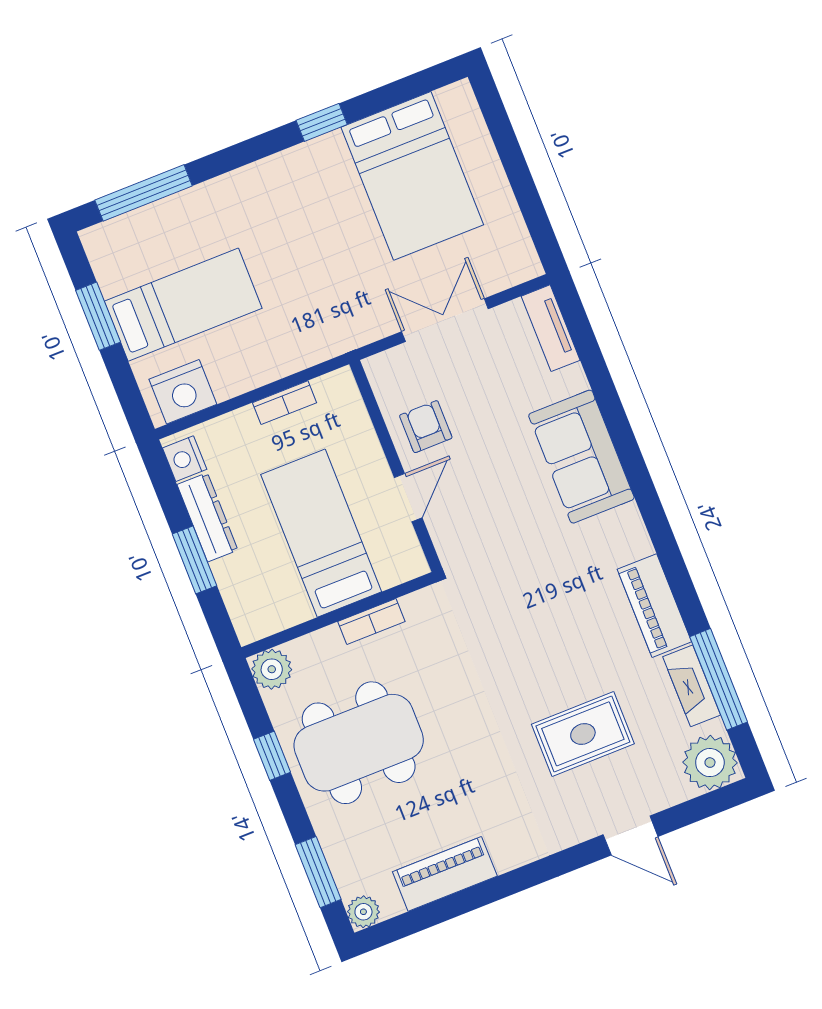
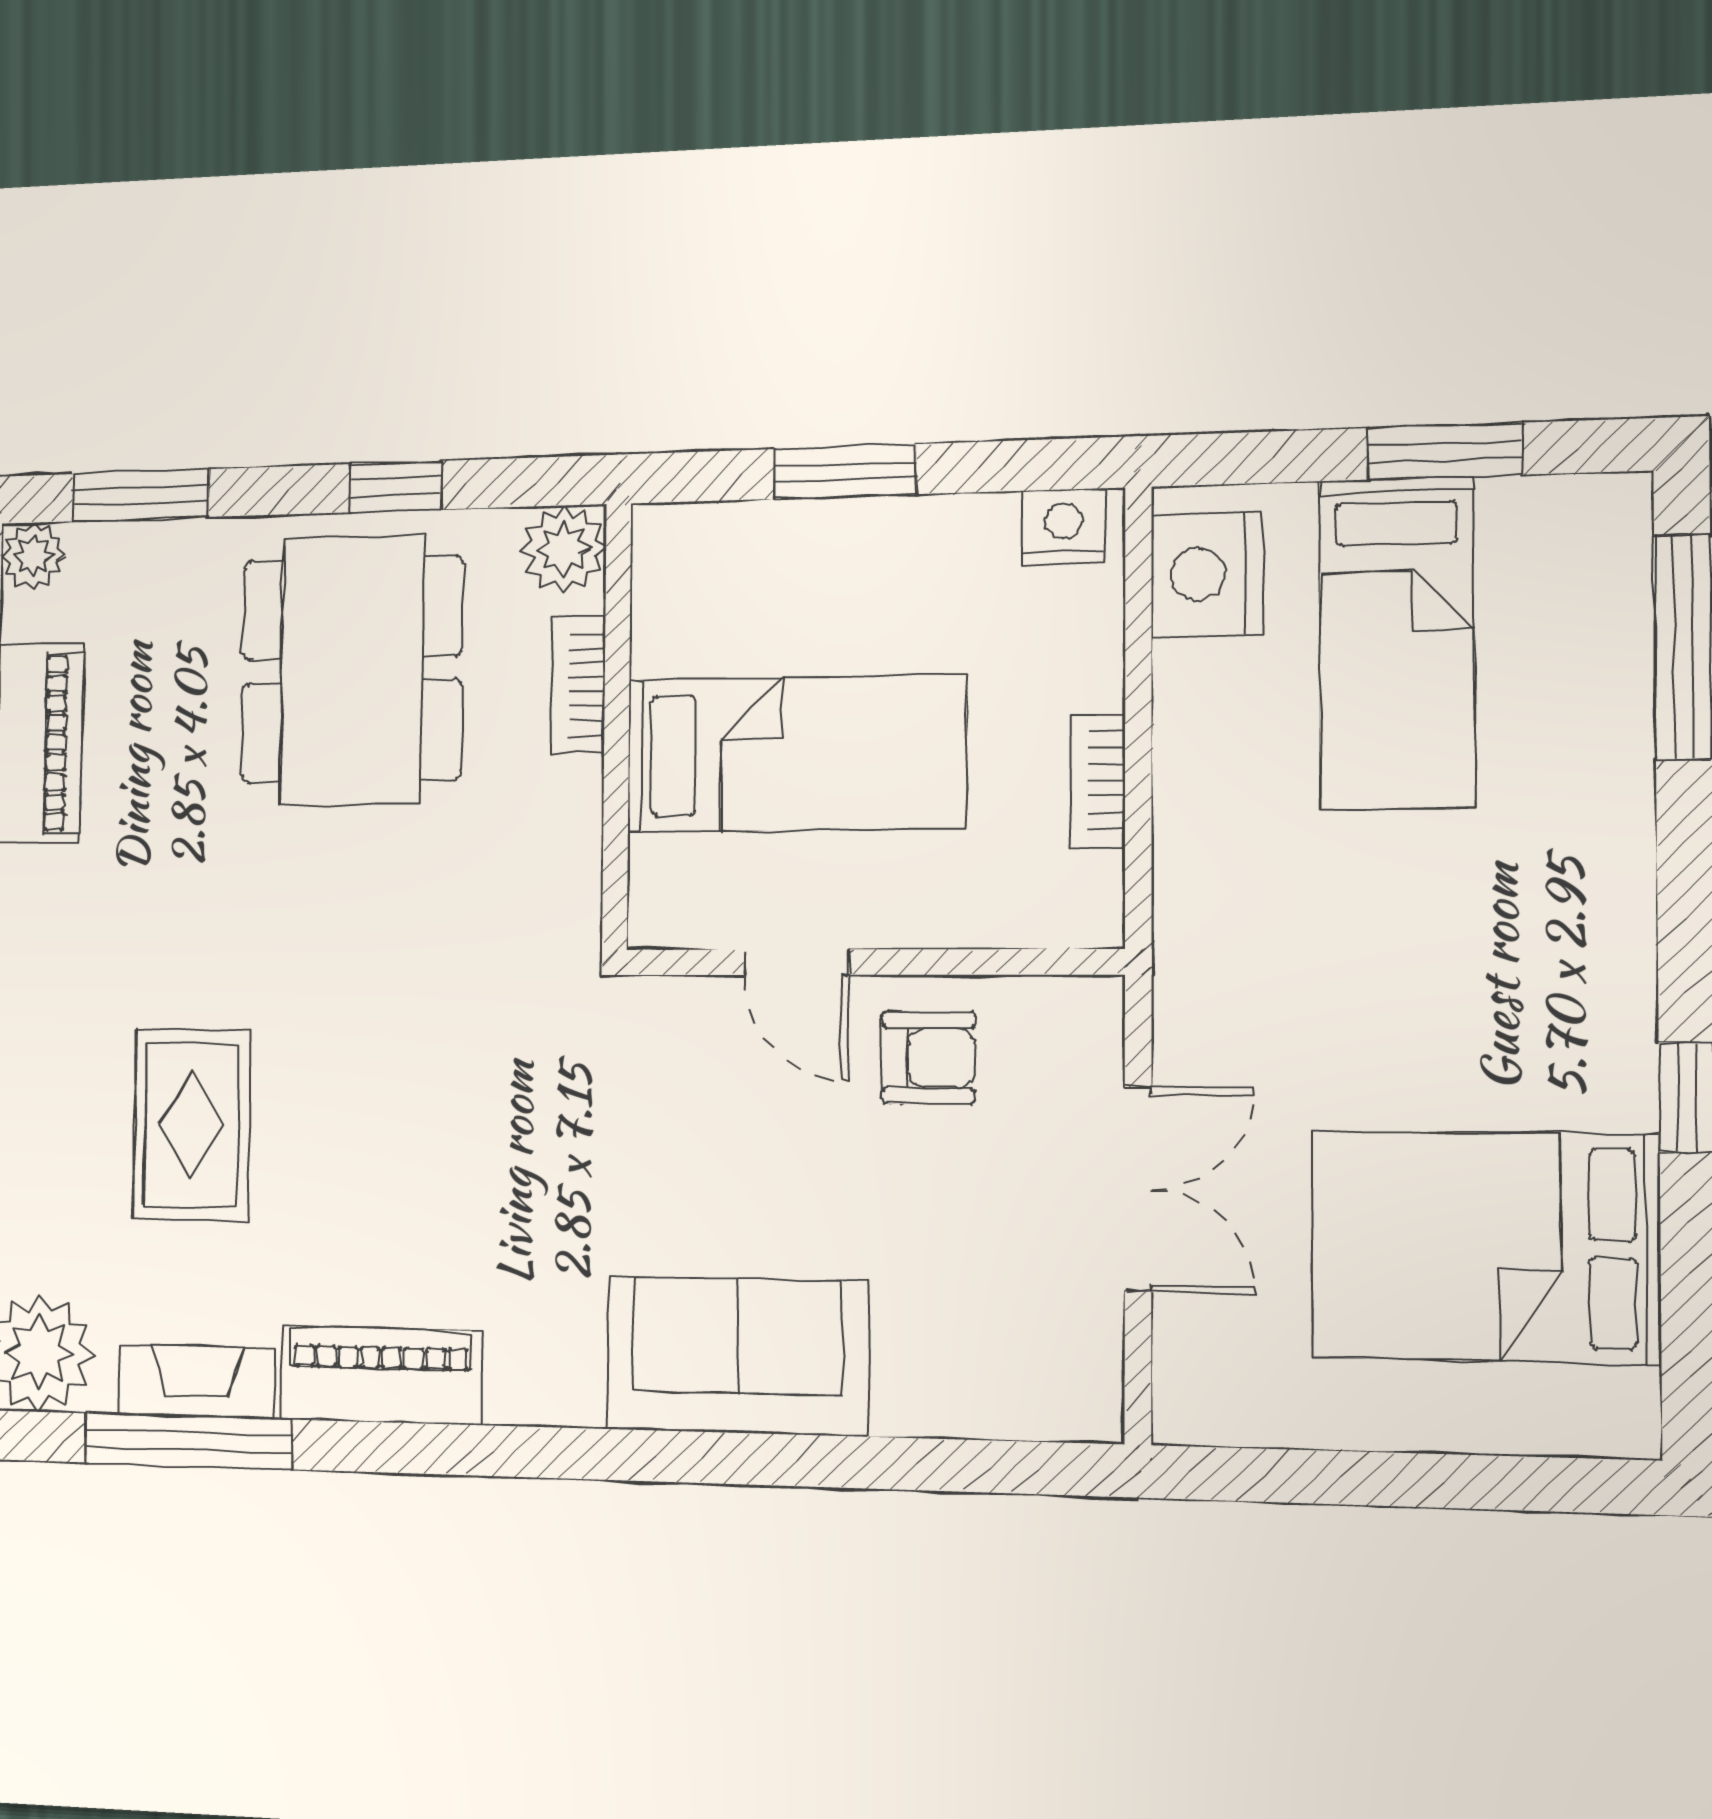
tv unit: (551, 328) -> (1031, 1406), removed
dresser: (207, 517) -> (922, 530), removed
bookcase: (371, 622) -> (578, 685), moved

